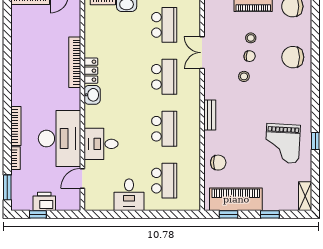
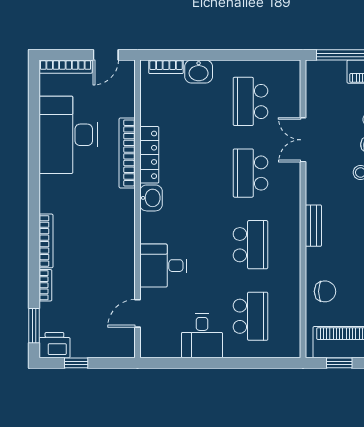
school desk: (164, 25) -> (250, 101), turned 180
locker: (91, 71) -> (149, 155), width x1.53
school desk: (164, 77) -> (250, 173), turned 180
desk: (59, 139) -> (68, 135), moved, turned 180
printer: (44, 201) -> (54, 345), moved

